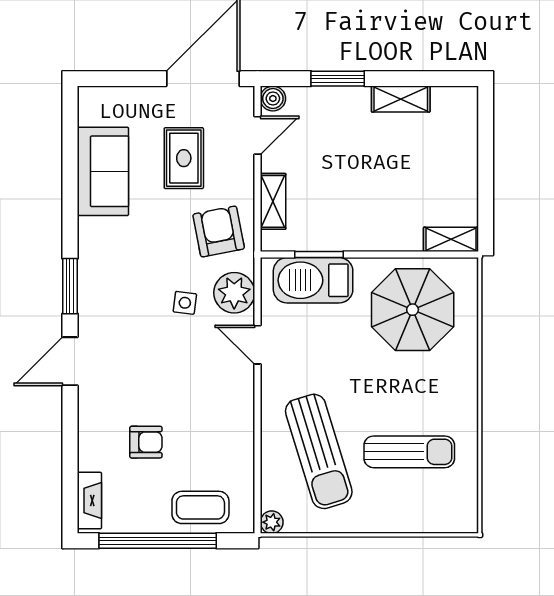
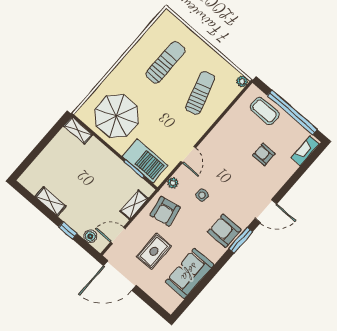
window: (338, 79) -> (68, 230), width x0.67
boiler: (273, 98) -> (90, 236), moved
armchair: (106, 279) -> (224, 231), added
plant: (234, 293) -> (173, 183), width x0.53, depth x0.53
sun lounger: (319, 451) -> (200, 93), width x0.73, depth x0.75
sun lounger: (409, 452) -> (165, 62), turned 90

